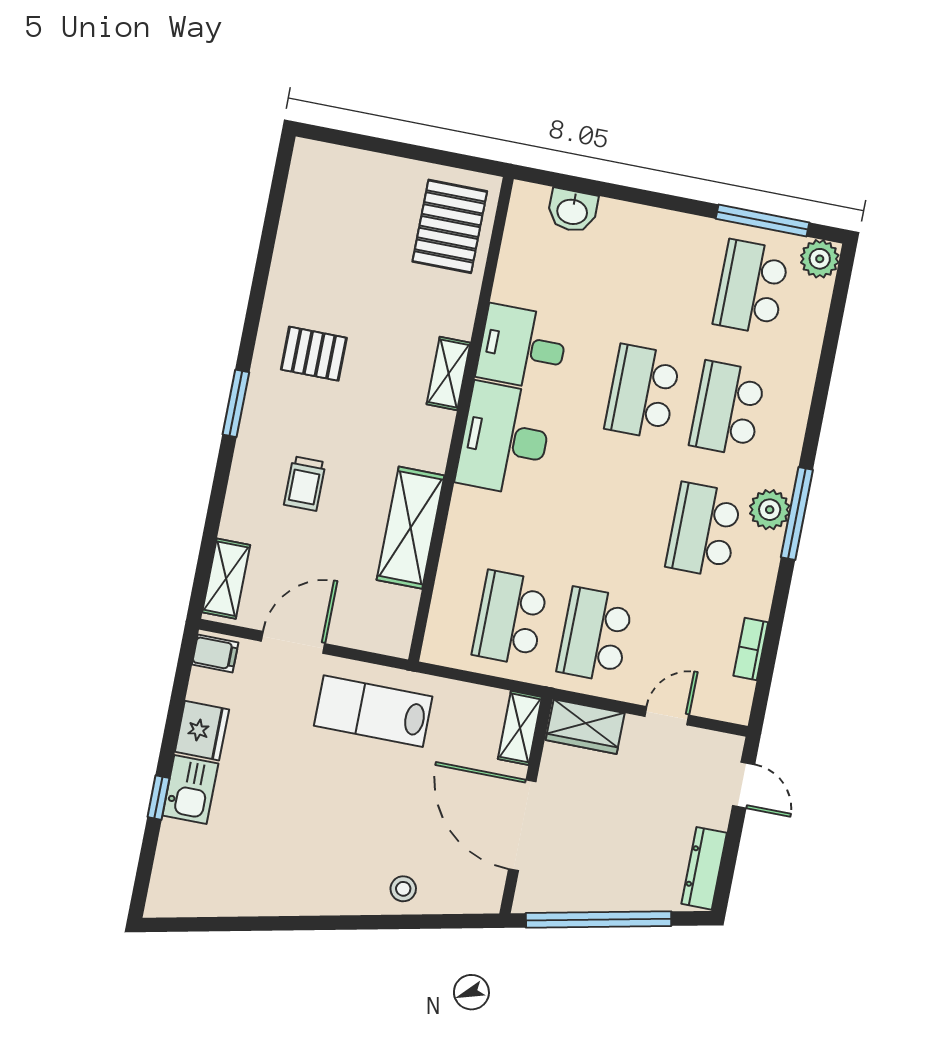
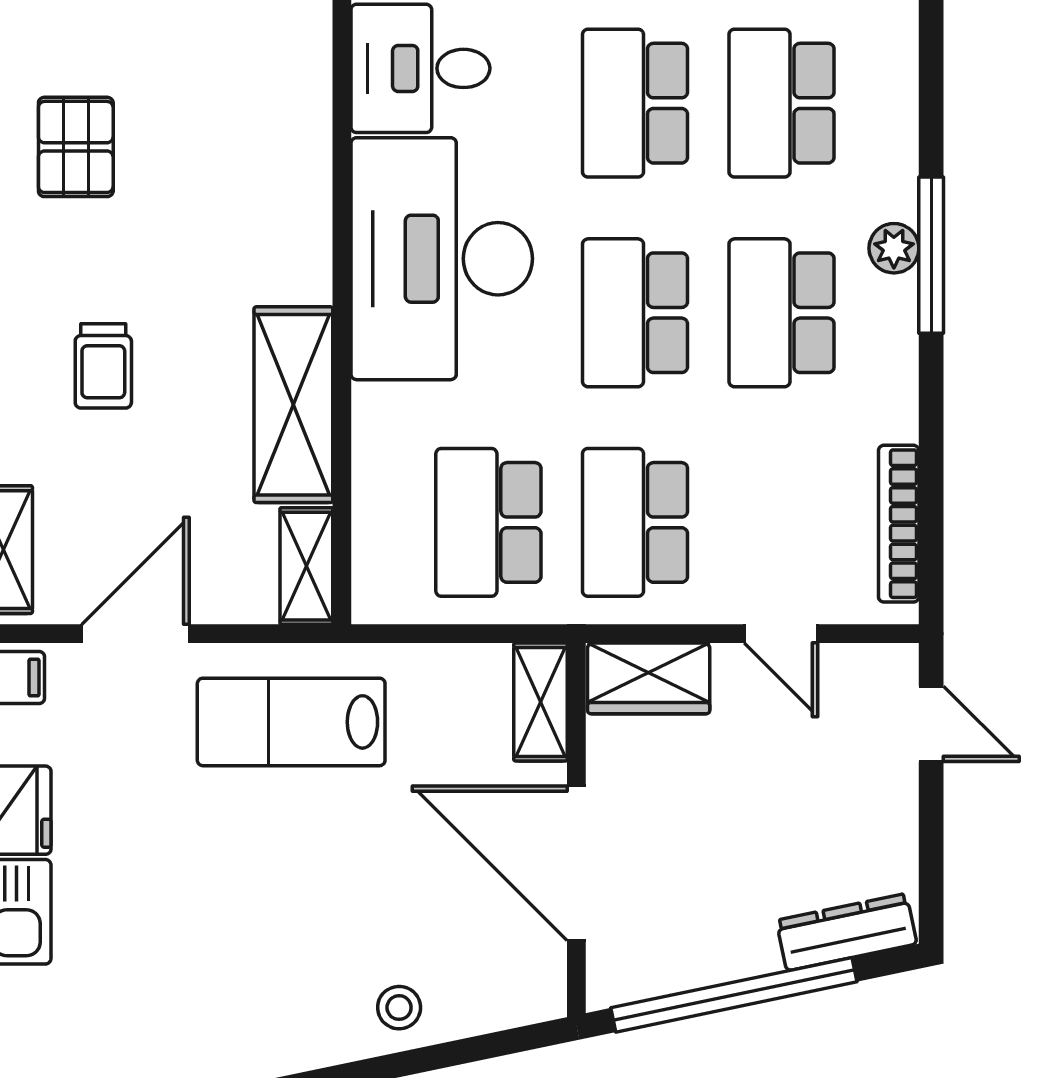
pallet: (314, 354) -> (76, 147), turned 90
shelving: (449, 373) -> (306, 566), moved
desk: (505, 439) -> (442, 259), width x1.36, depth x1.30
plant: (770, 510) -> (894, 248), width x0.73, depth x0.73
school desk: (619, 513) -> (635, 313), added
bookcase: (751, 649) -> (899, 524), width x1.56
door: (667, 716) -> (781, 634), swing flipped
dresser: (704, 868) -> (847, 932), moved, turned 78

